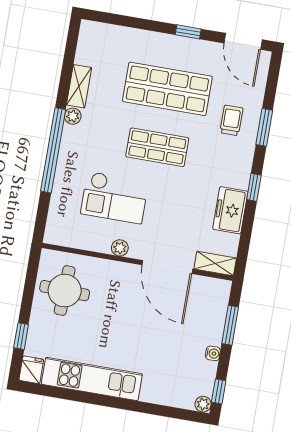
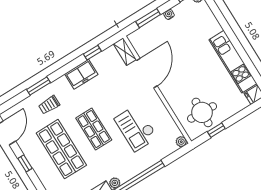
window: (254, 187) -> (92, 53), moved
checkout: (115, 198) -> (136, 128), turned 180
freezer: (230, 210) -> (81, 74), moved
plant: (120, 248) -> (181, 142), moved
window: (21, 336) -> (216, 130), moved

